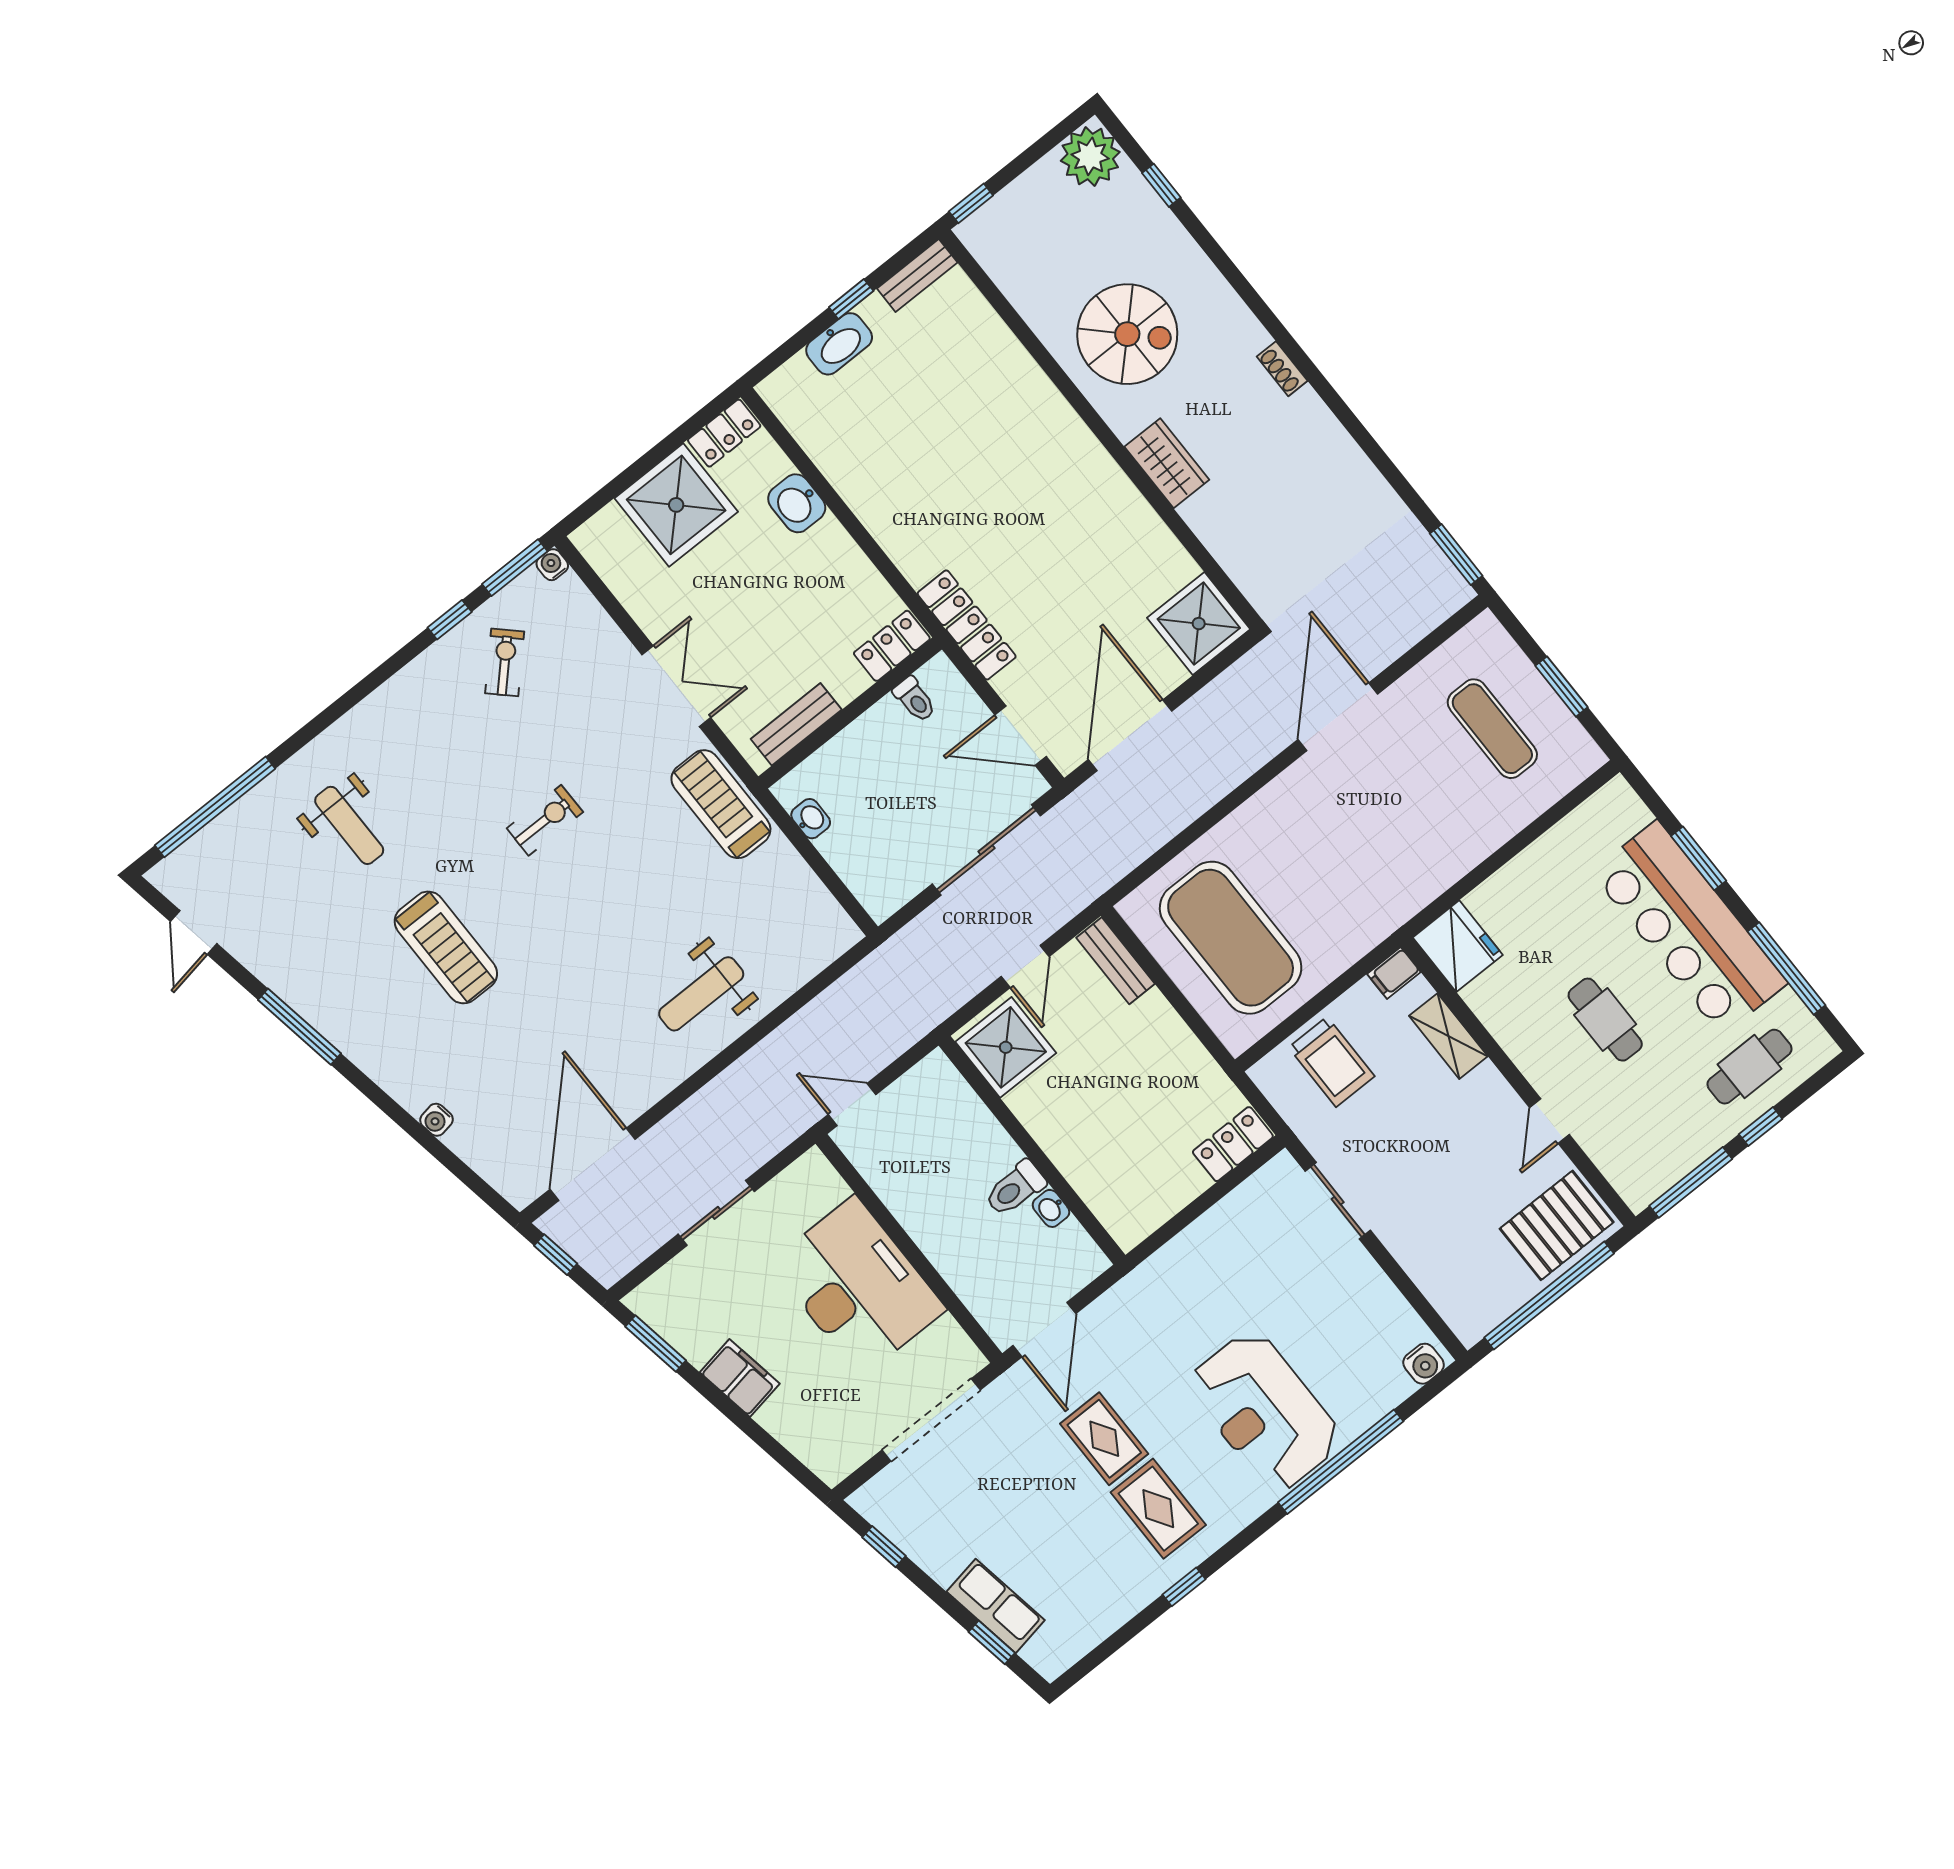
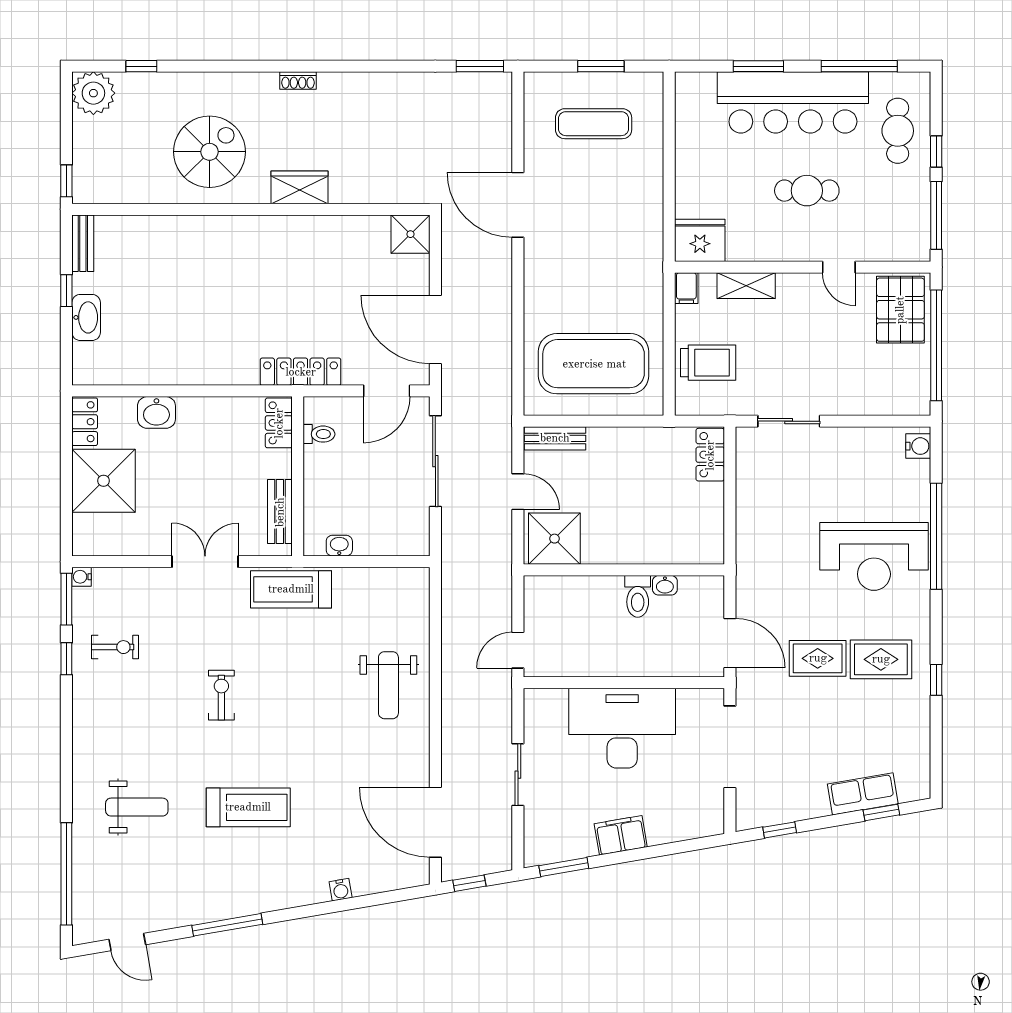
shower: (1199, 624) -> (410, 234), width x0.73, depth x0.73
exercise bike: (505, 662) -> (115, 647), turned 136

